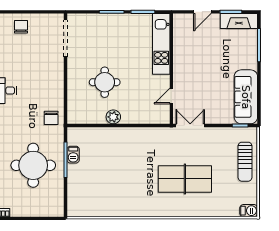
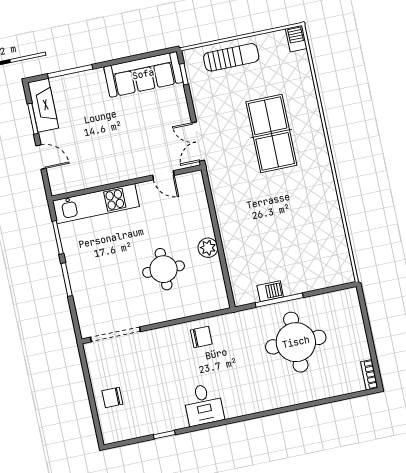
chair: (51, 118) -> (201, 337), moved

